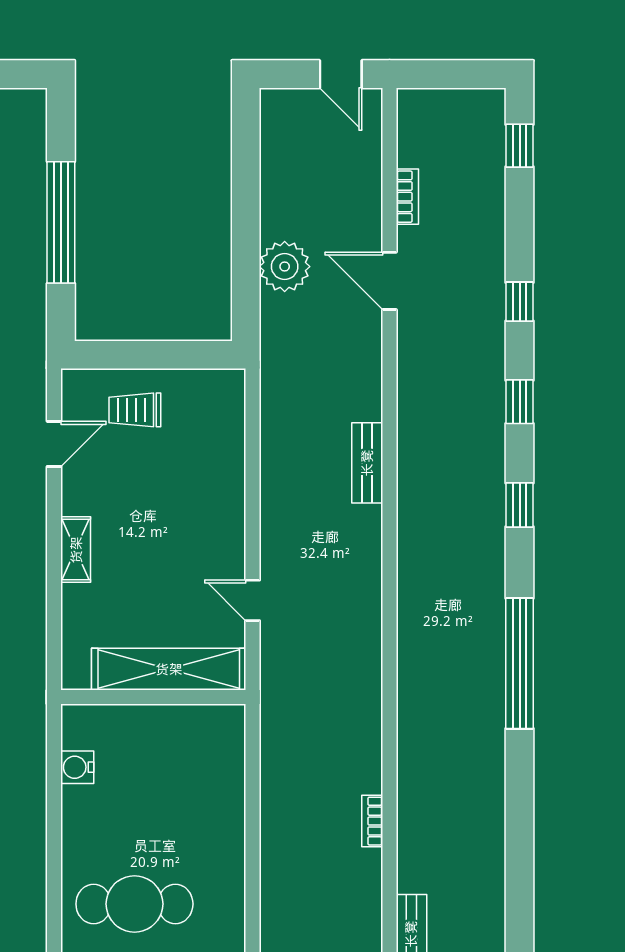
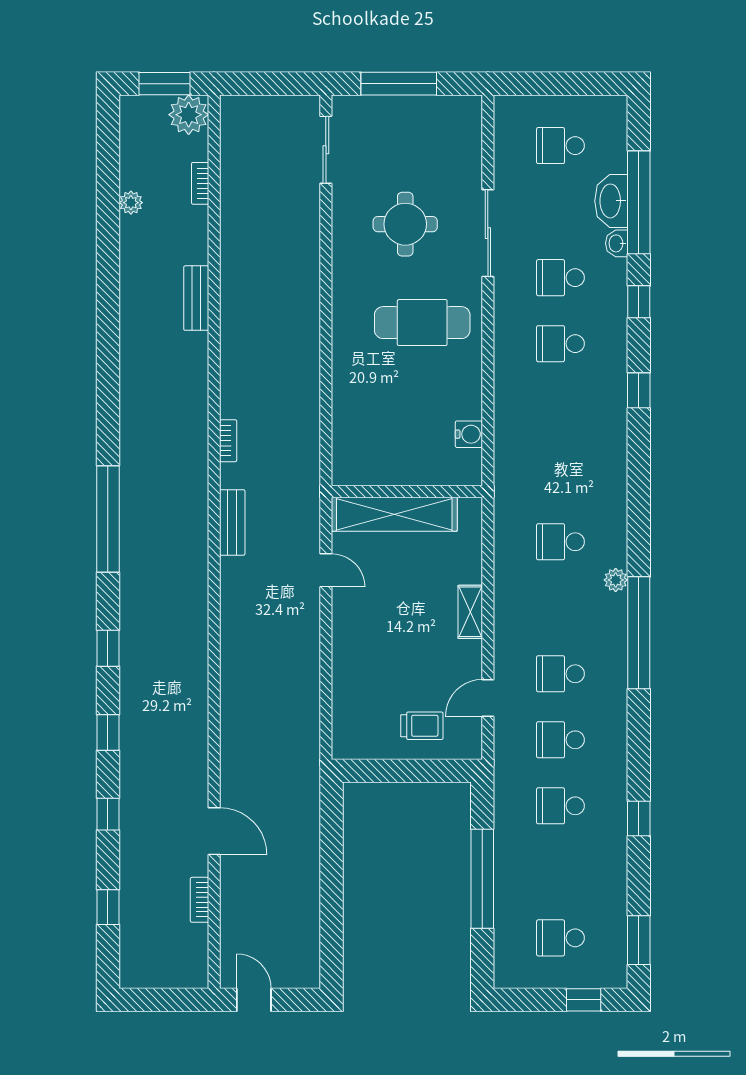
window: (520, 146) -> (108, 907), moved
plant: (285, 267) -> (300, 843), removed
bench: (367, 463) -> (232, 522), moved
bookcase: (372, 821) -> (228, 441), moved

